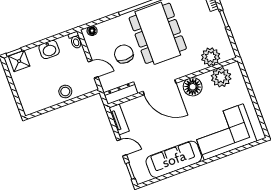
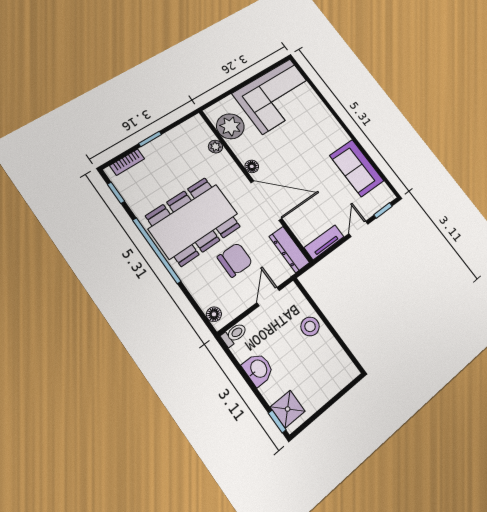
chair: (124, 54) -> (235, 260), turned 180
plant: (211, 57) -> (215, 147), width x0.53, depth x0.53
door: (159, 87) -> (266, 200), hinge flipped
floor lamp: (193, 87) -> (252, 166), width x0.53, depth x0.53
corner sofa: (224, 132) -> (277, 96), moved, turned -90
sofa: (174, 159) -> (357, 168), width x0.73

